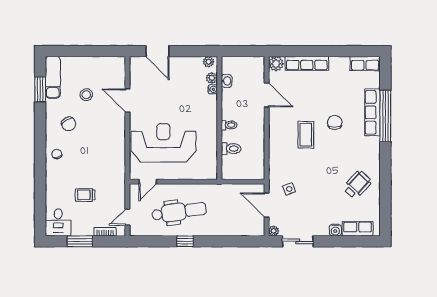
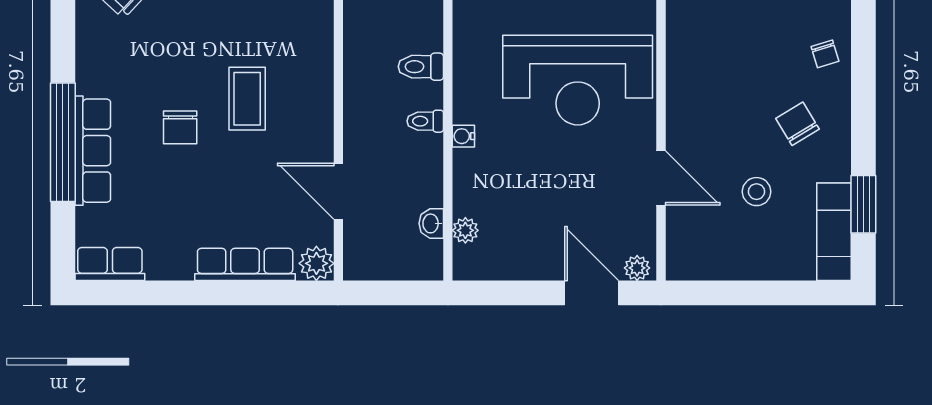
plant: (209, 62) -> (637, 268), moved
water cooler: (213, 89) -> (463, 136), moved

